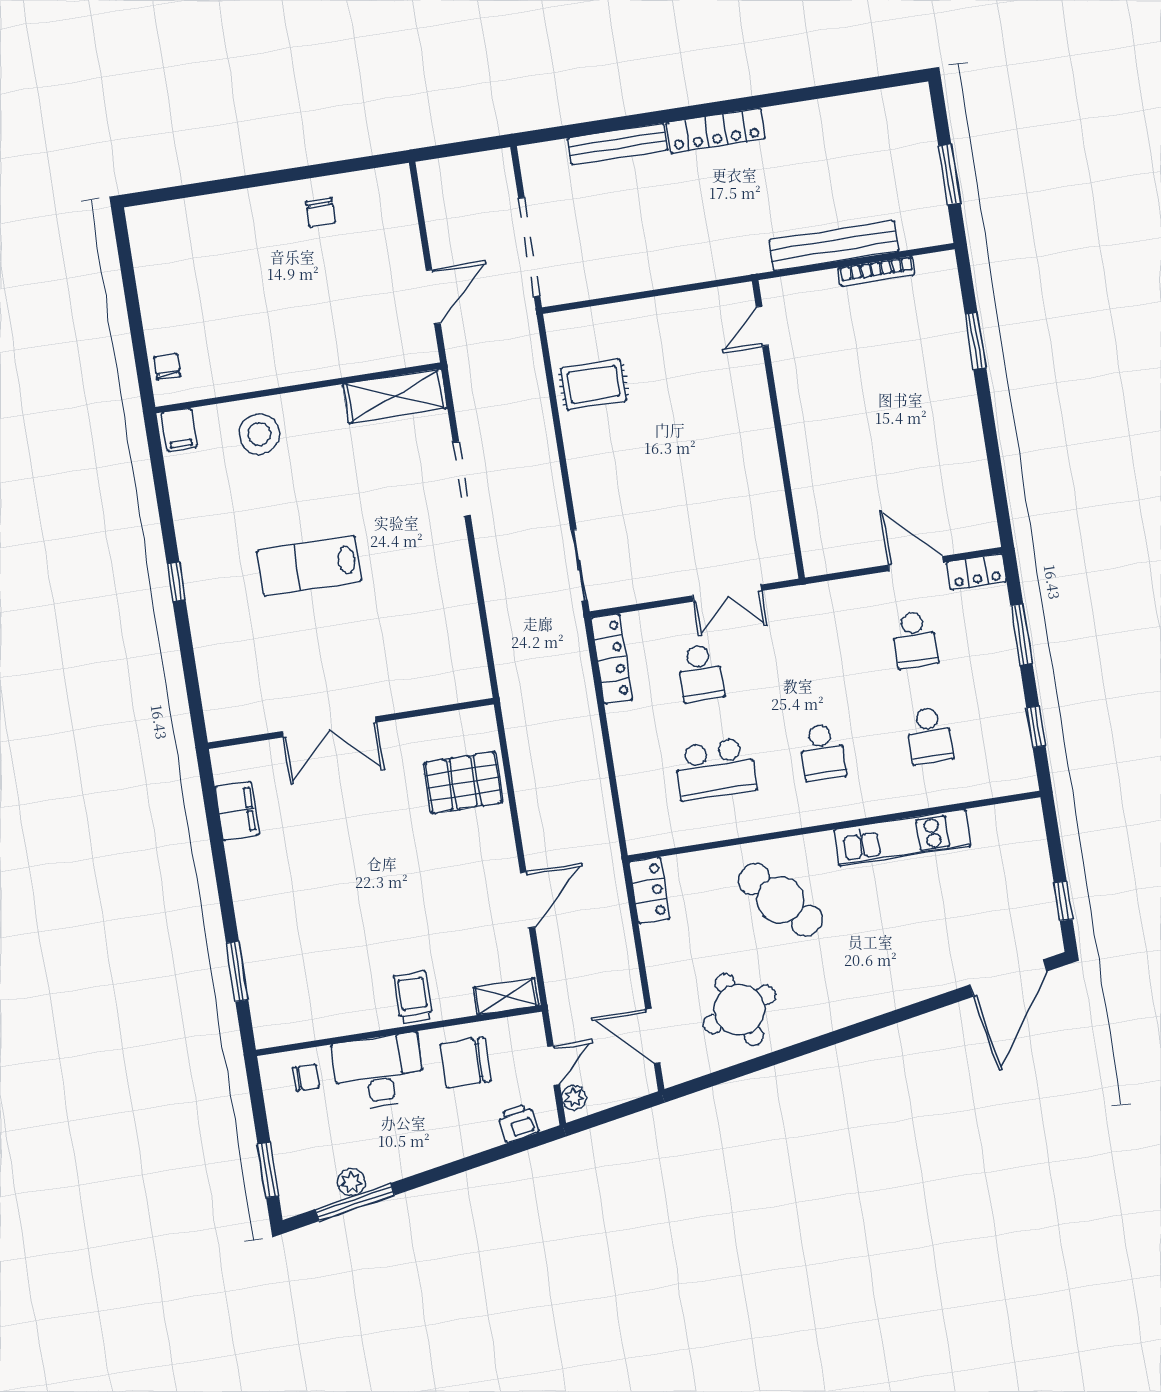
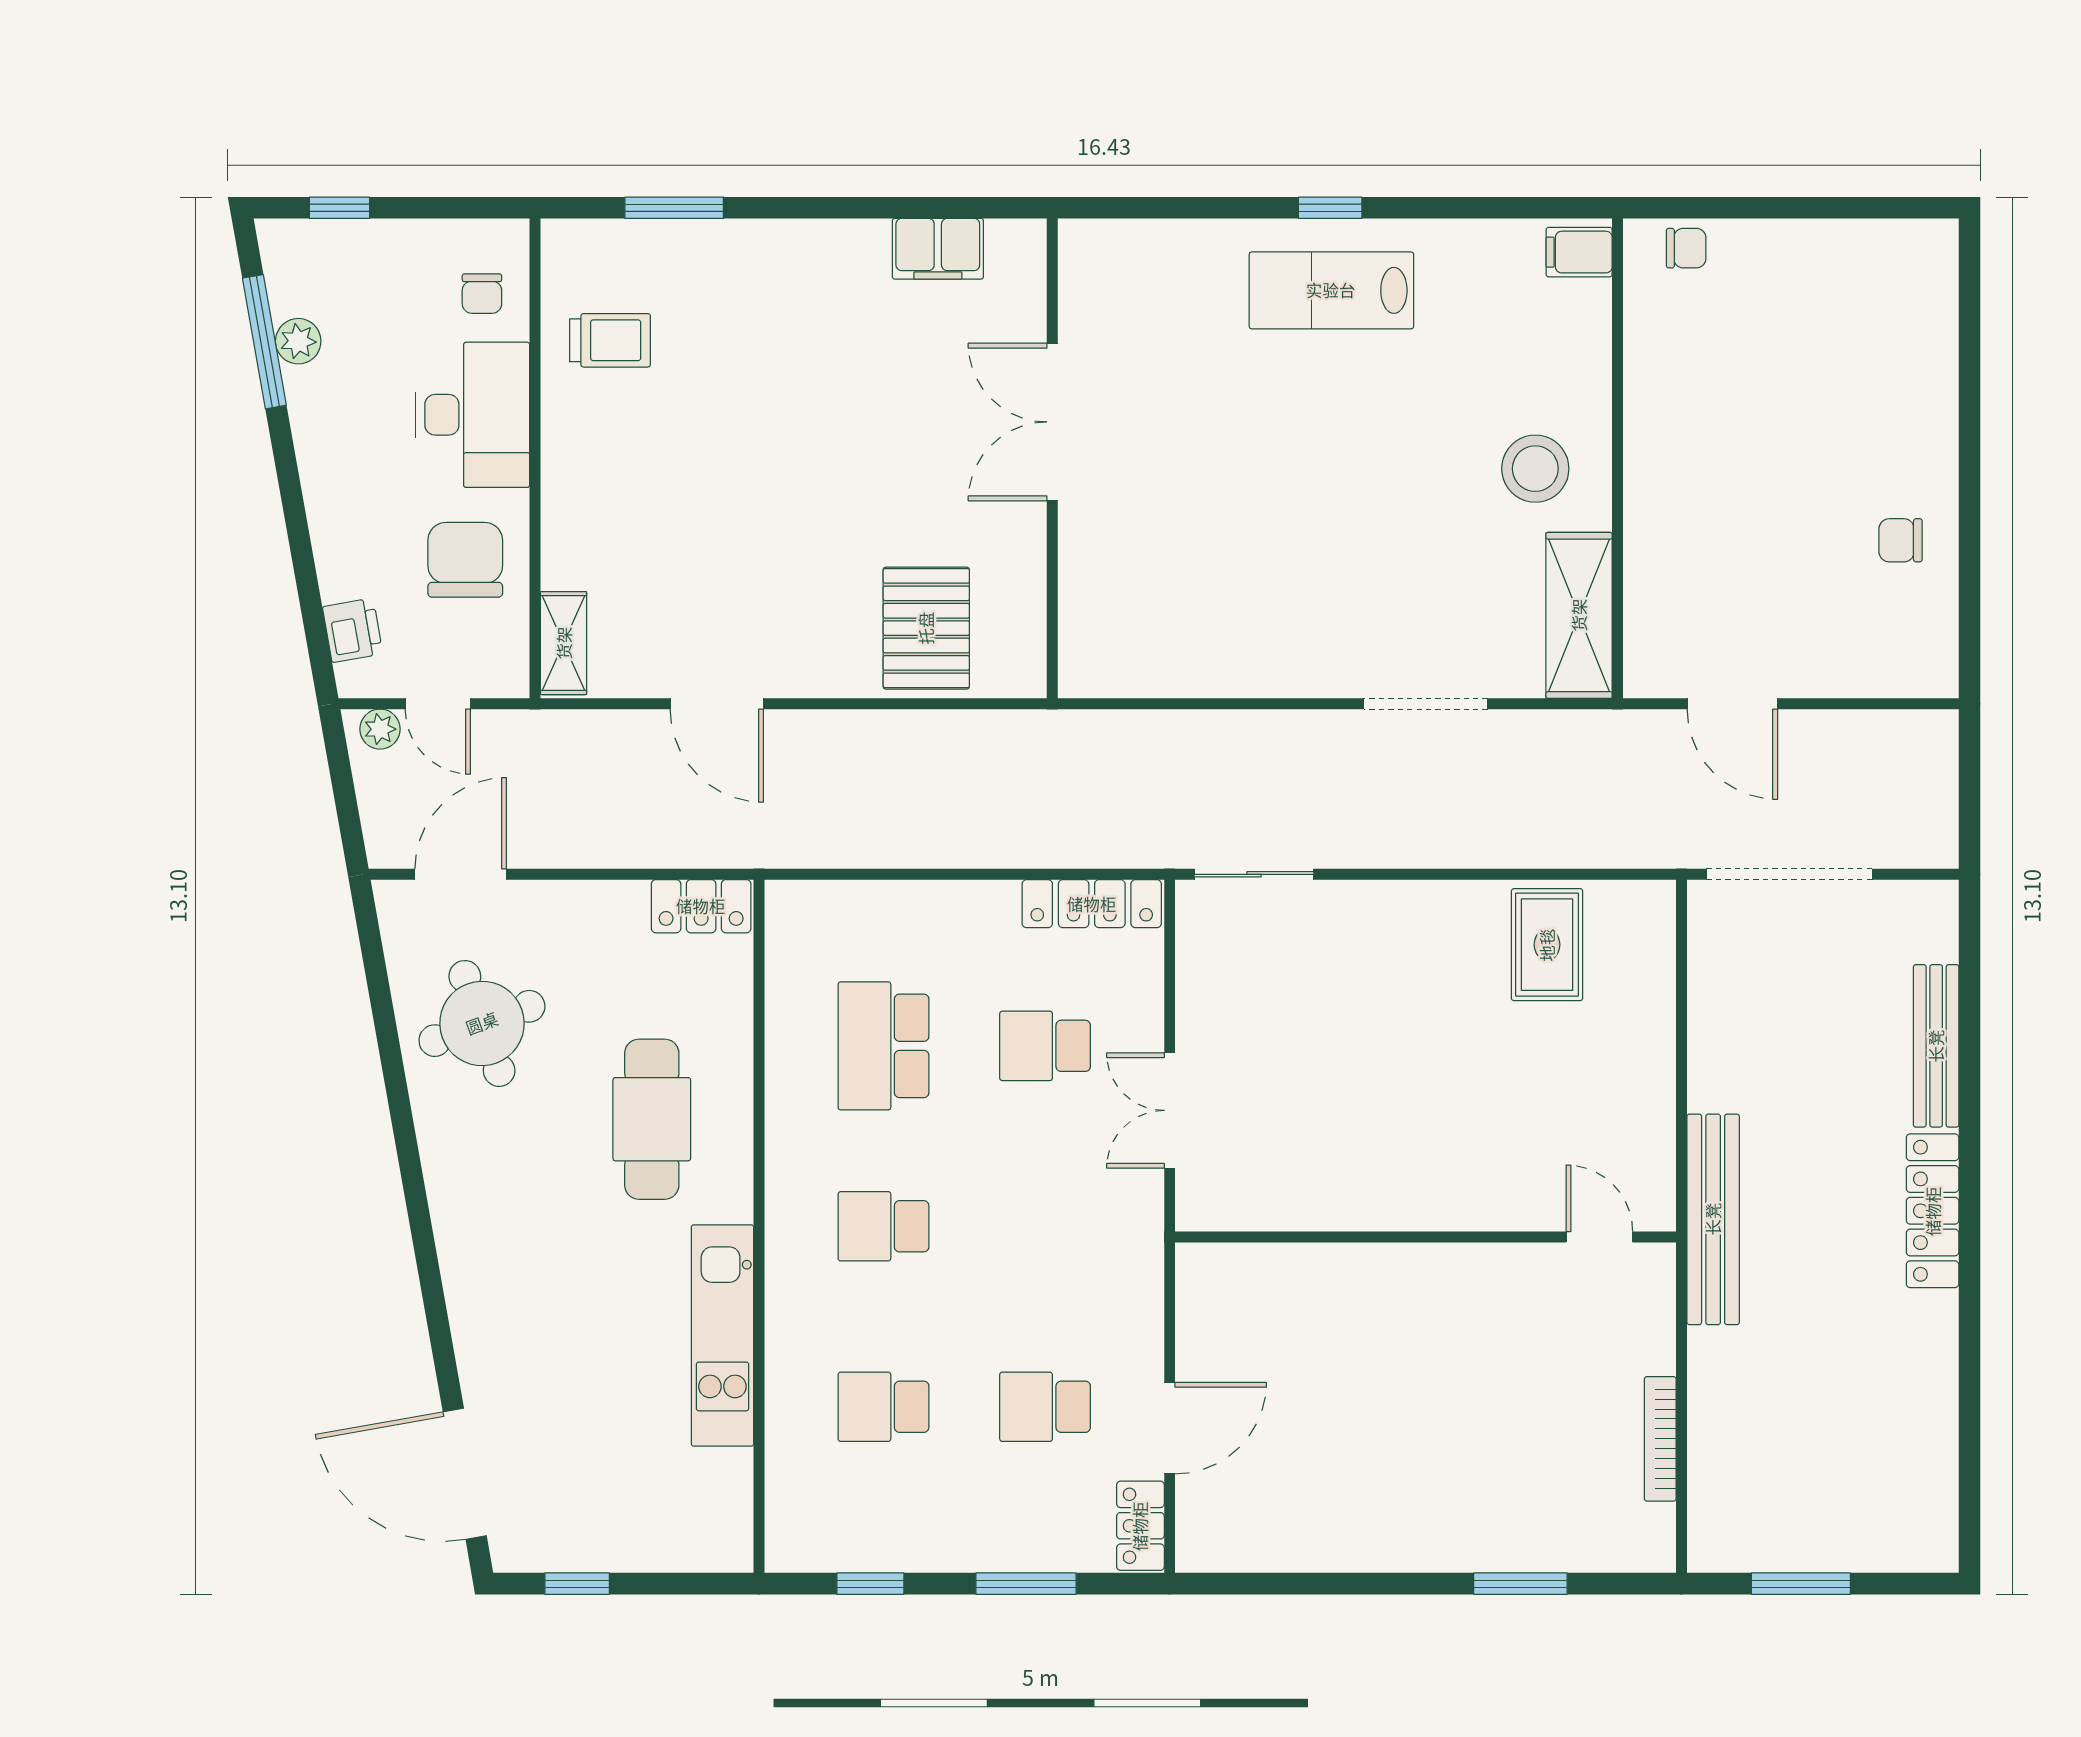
bench: (834, 246) -> (1713, 1219), moved
stool: (259, 434) -> (1535, 469), moved
lab bench: (309, 566) -> (1331, 290), moved, turned -90
cafe table: (780, 900) -> (652, 1119), turned -47
trolley: (413, 997) -> (610, 340), moved
window: (268, 1170) -> (339, 208), width x0.67

